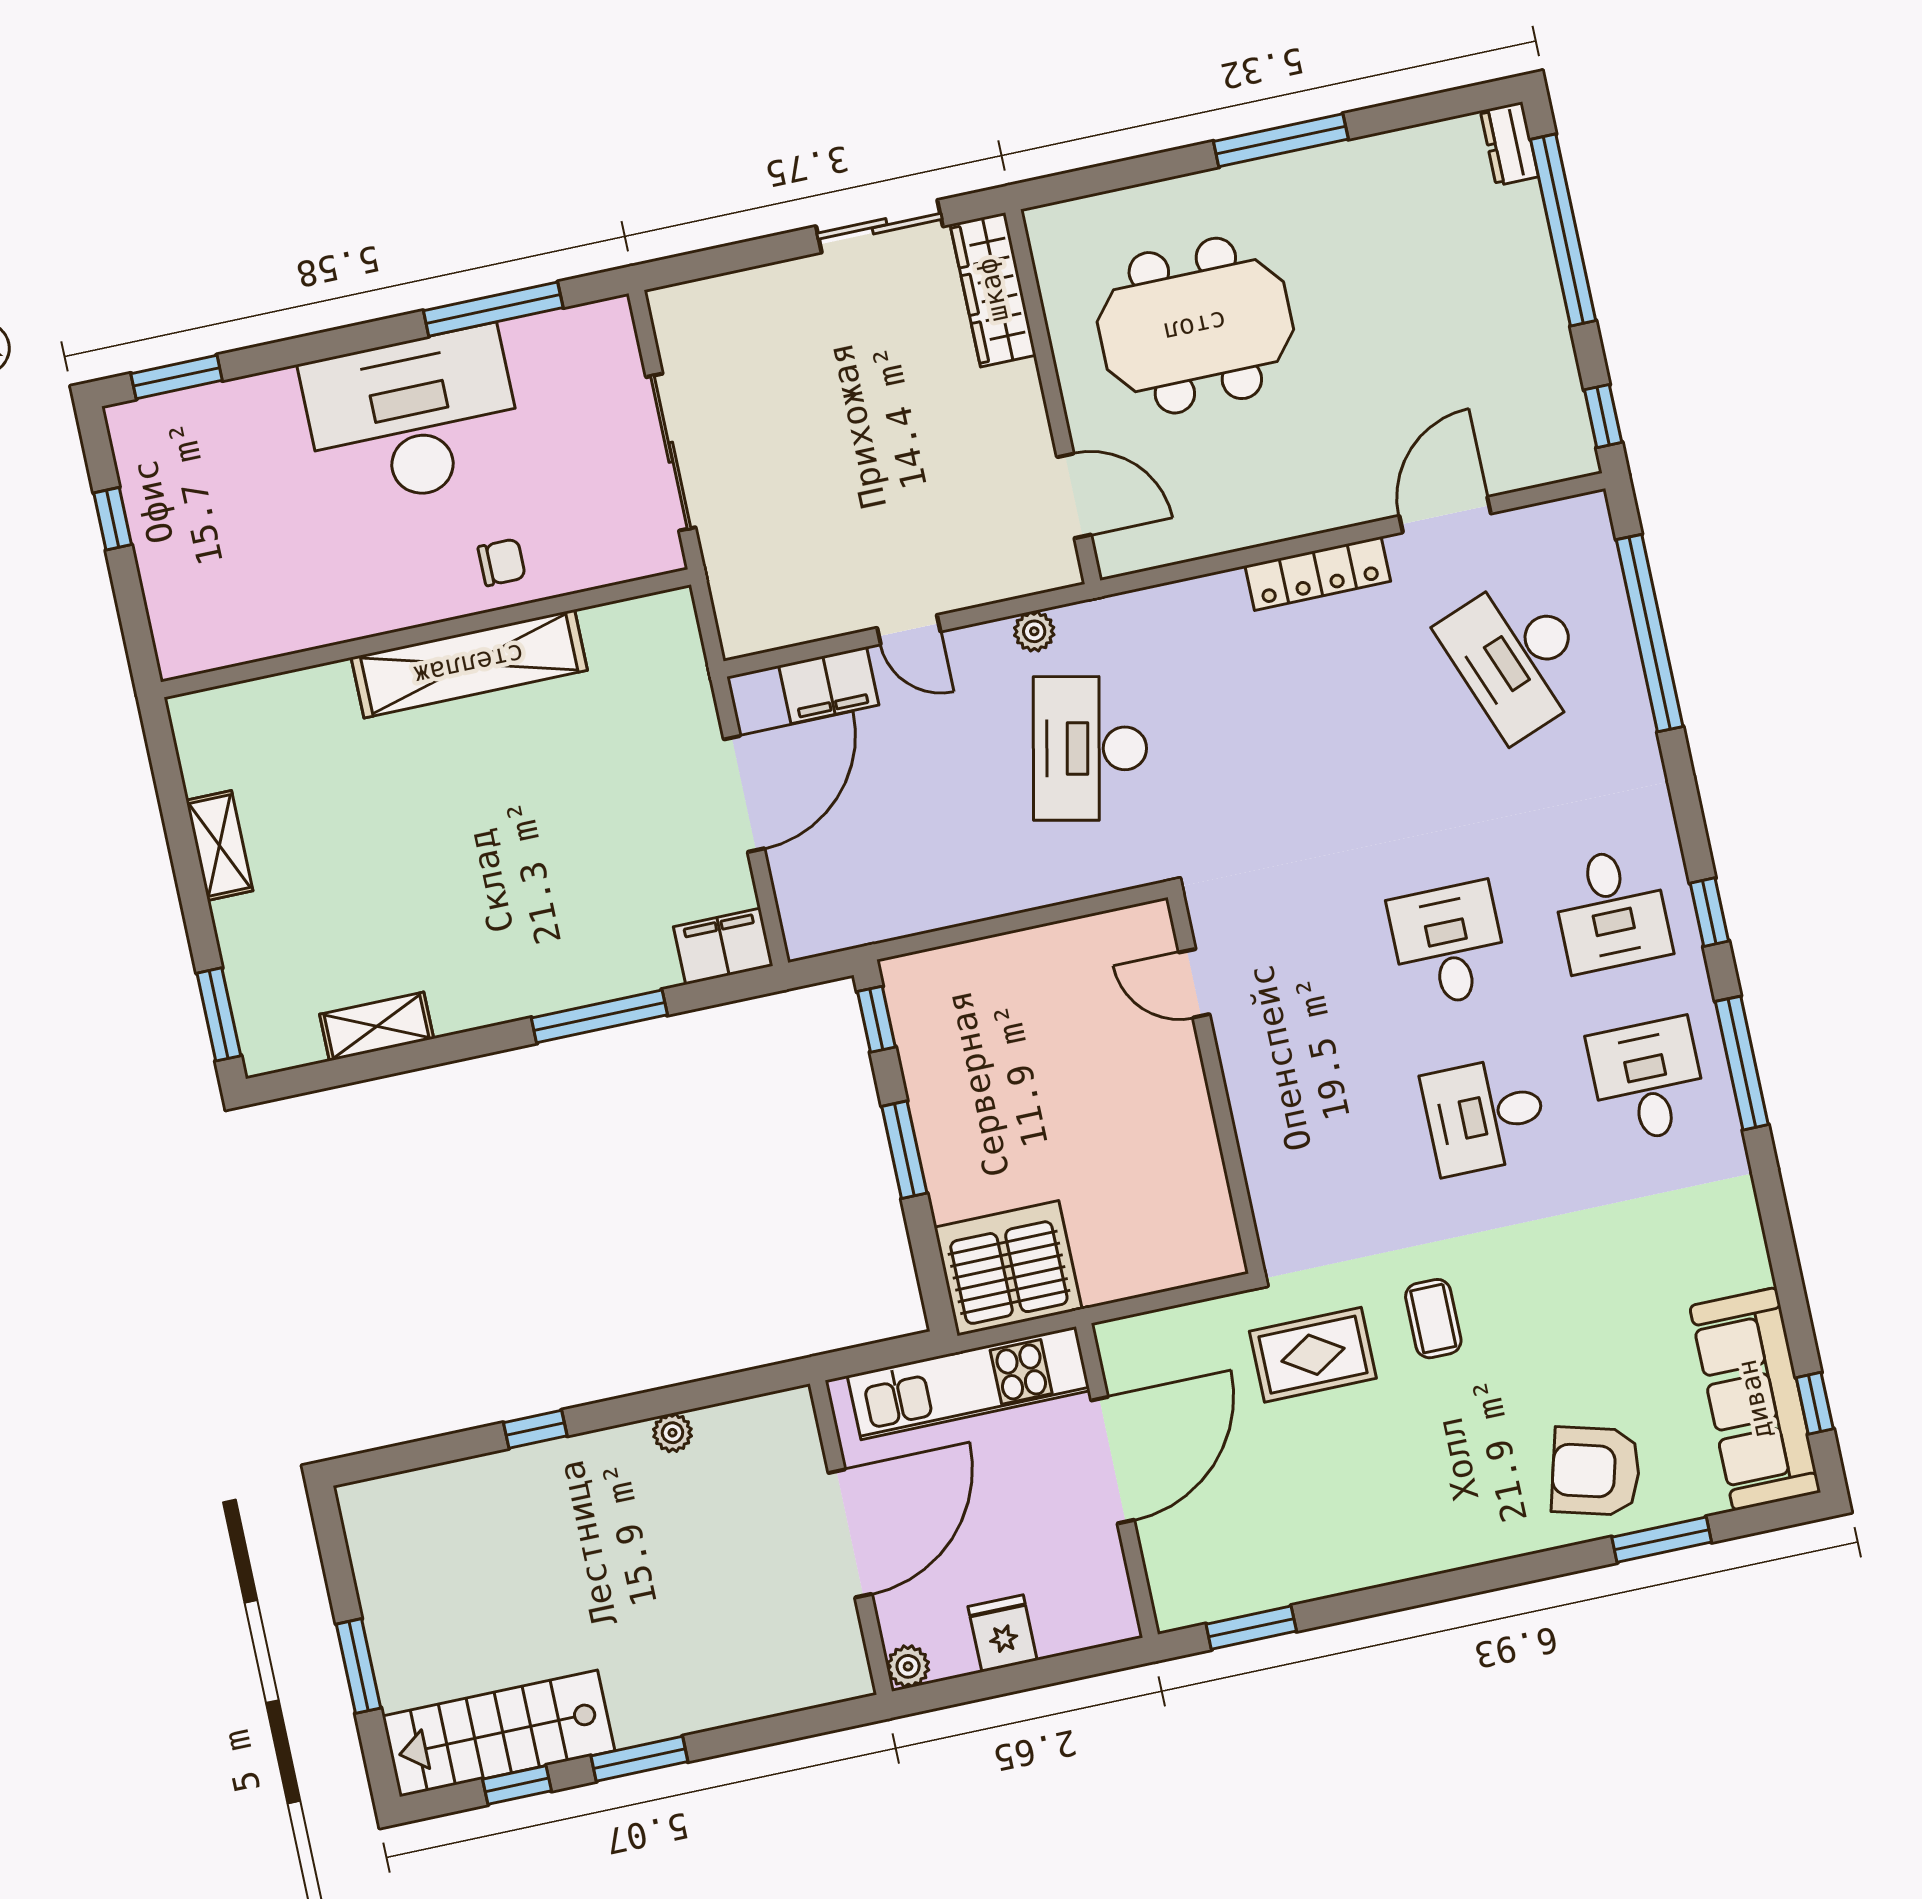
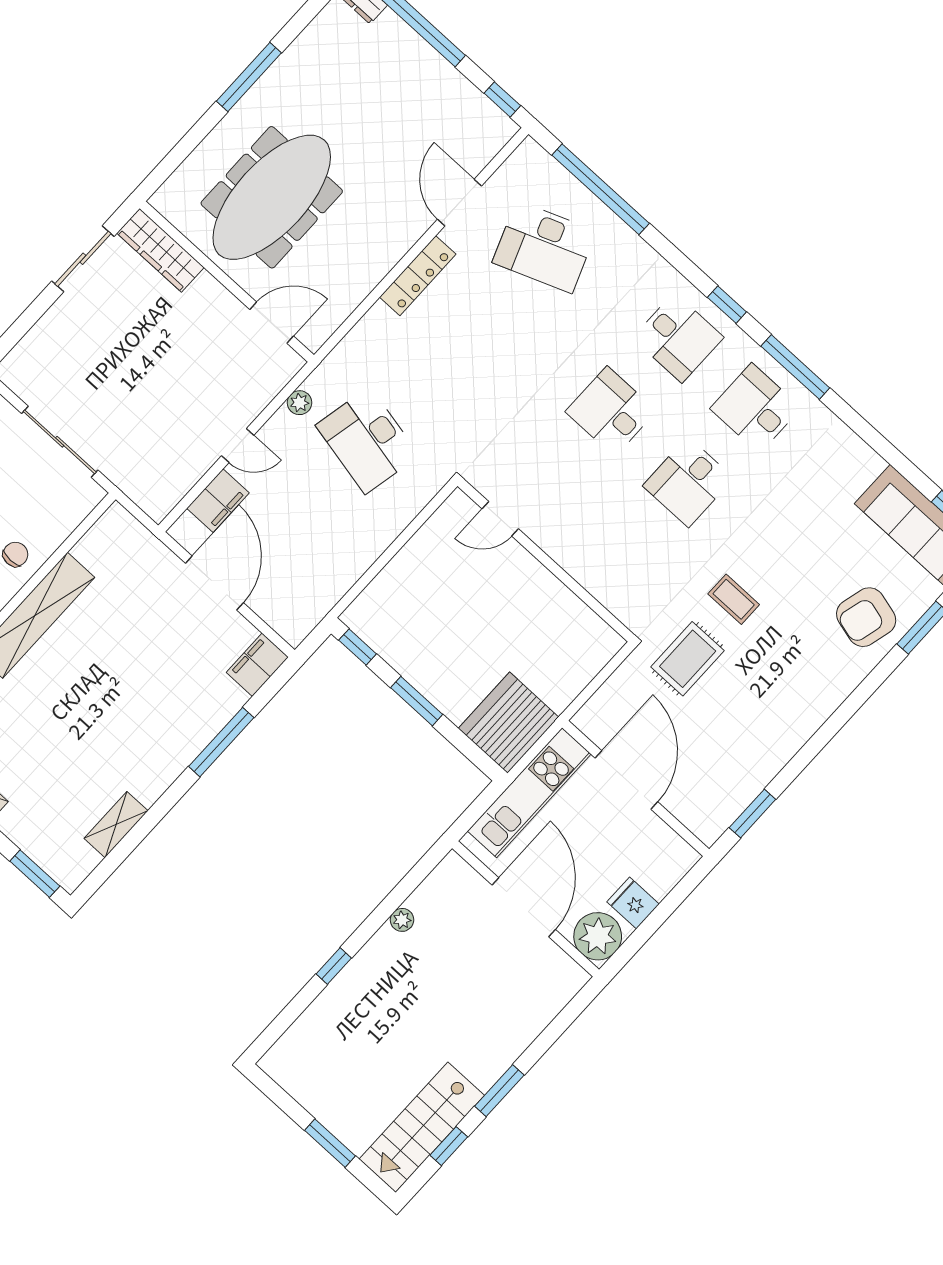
meeting table: (1195, 326) -> (272, 197), width x1.36
plant: (908, 1666) -> (598, 936), width x1.87, depth x1.87

